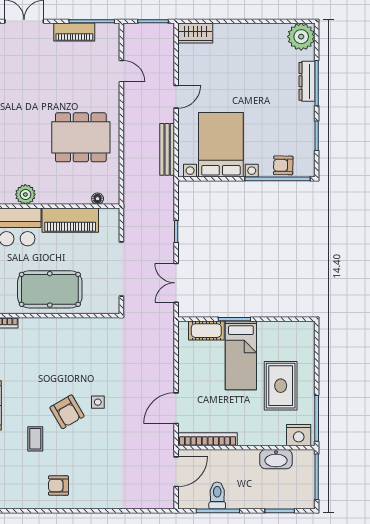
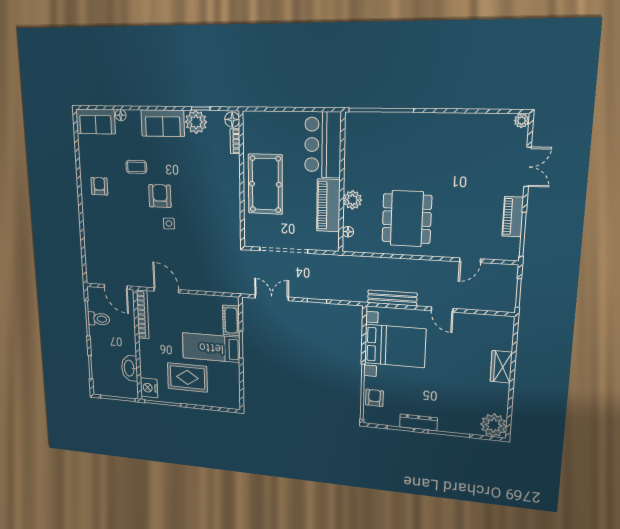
wardrobe: (195, 33) -> (501, 367), moved
dresser: (307, 81) -> (418, 422), moved
plant: (25, 194) -> (353, 200), moved
armchair: (67, 412) -> (160, 196), turned 120

